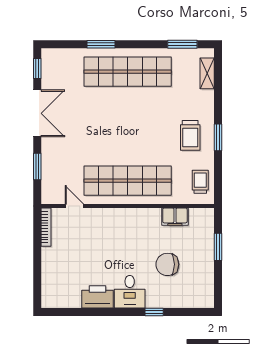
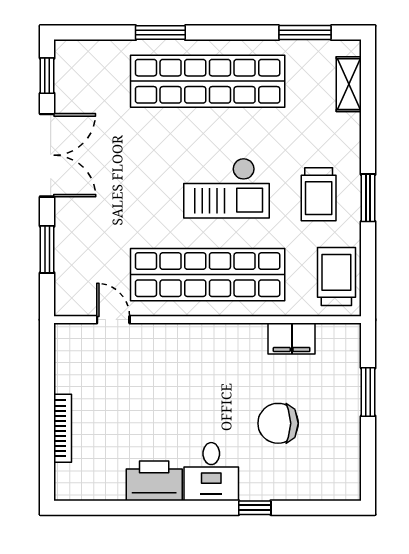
checkout: (138, 132) -> (227, 188), added
trolley: (200, 182) -> (336, 277), width x1.36, depth x1.39
bookcase: (46, 227) -> (63, 428), moved

